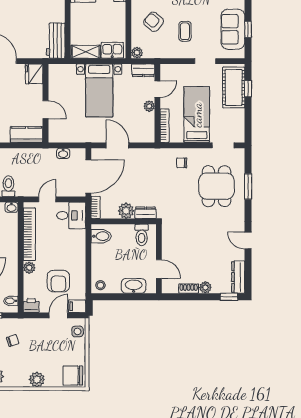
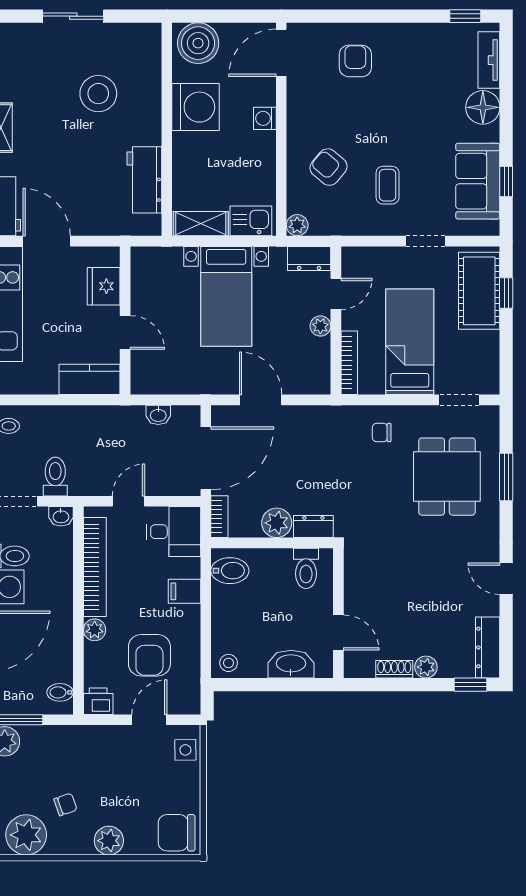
workbench: (56, 41) -> (144, 180), moved
fridge: (34, 74) -> (104, 286), moved
filing cabinet: (77, 306) -> (185, 591), moved
chair: (13, 341) -> (65, 804), moved

